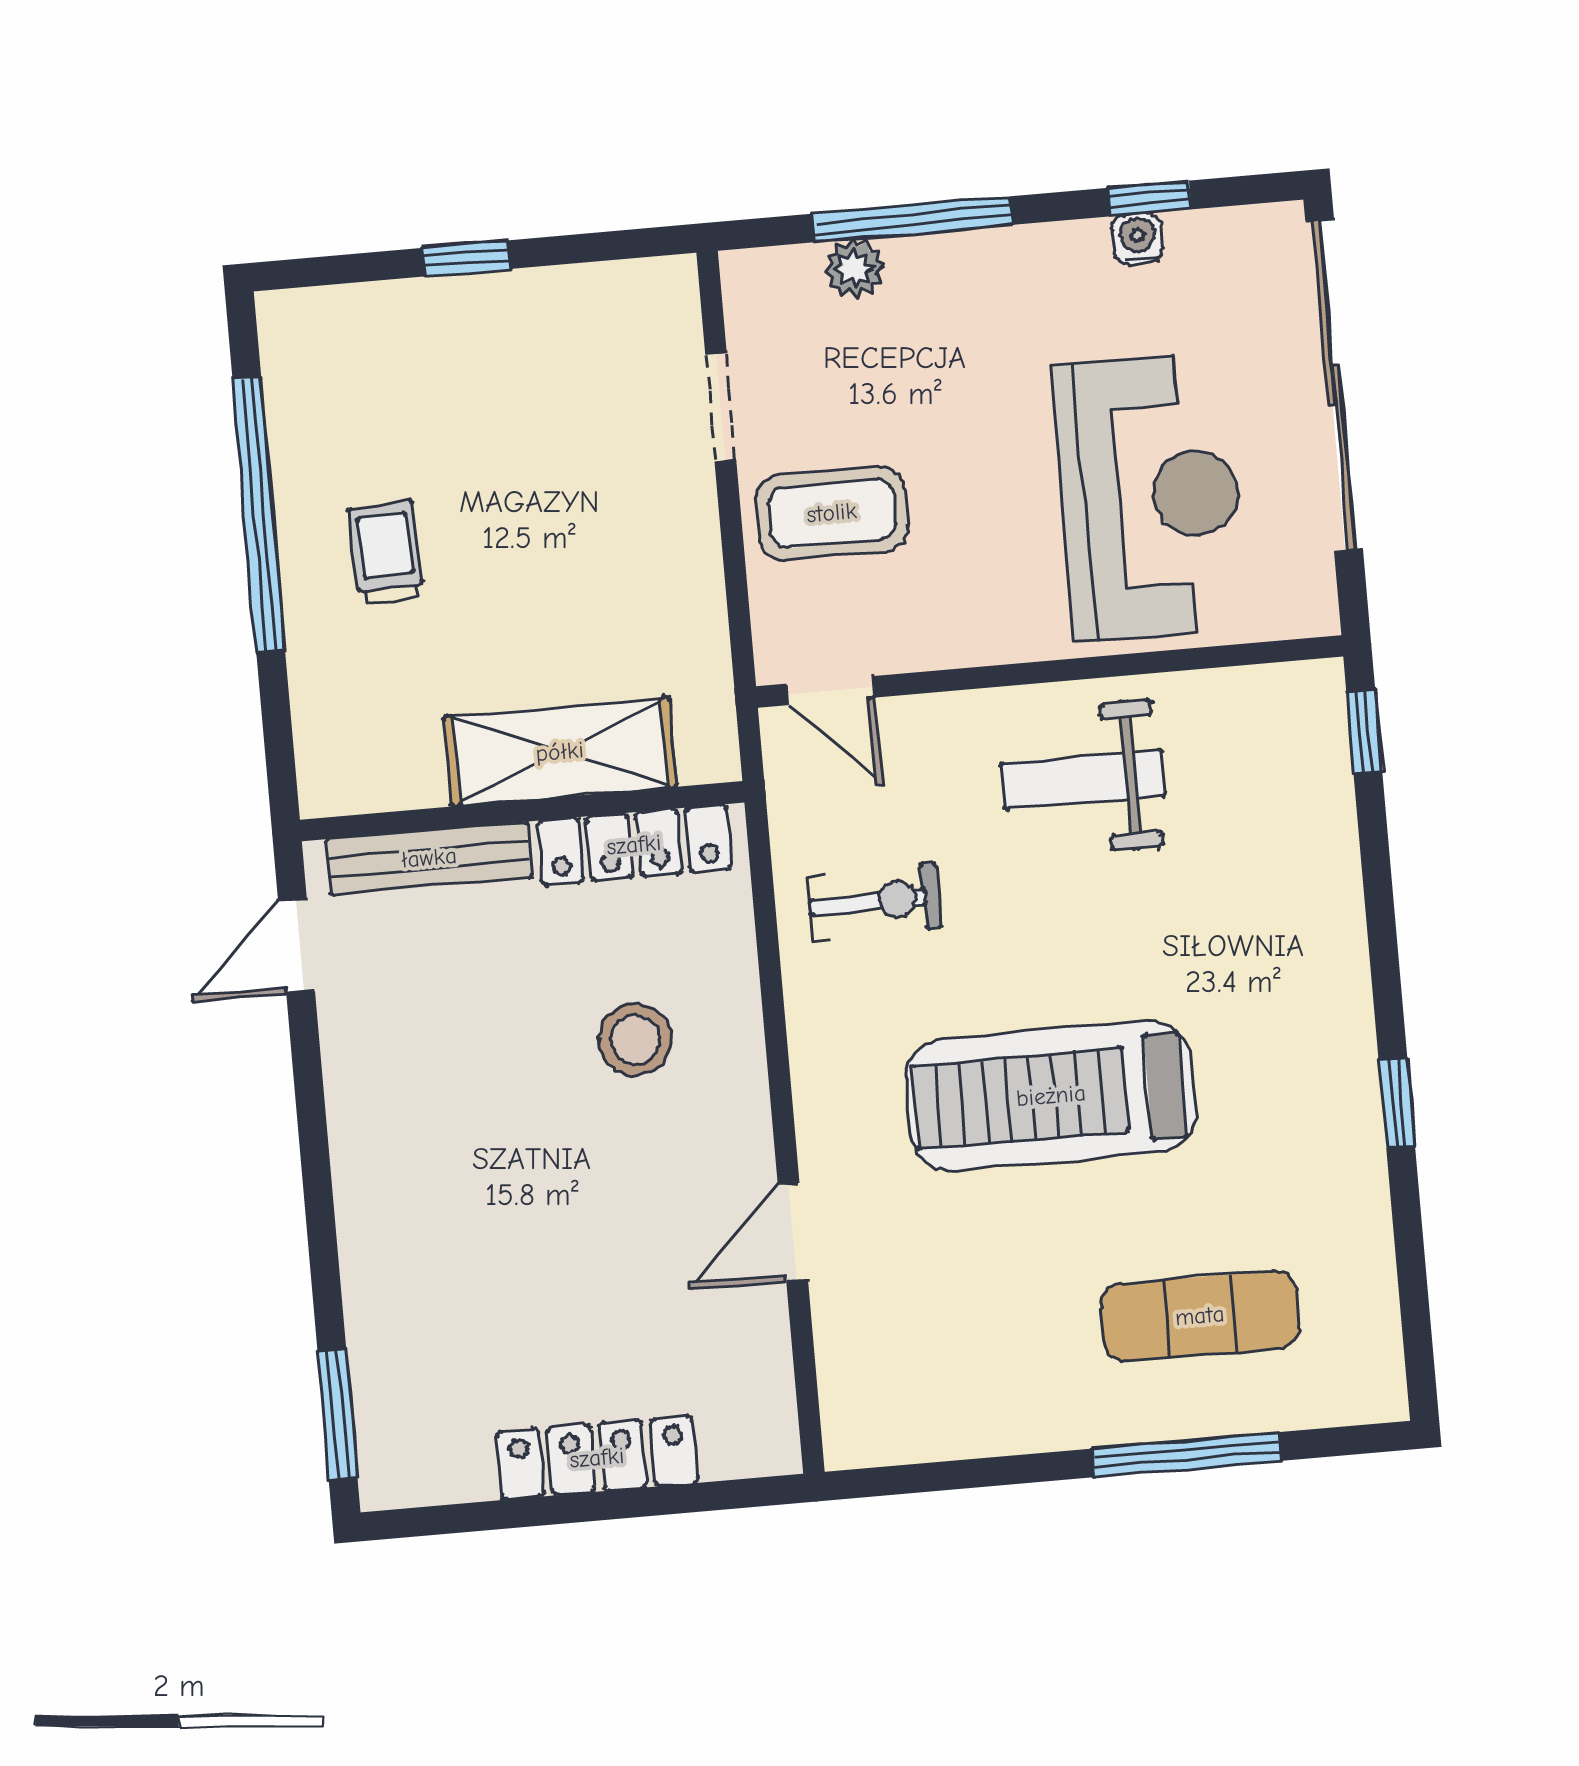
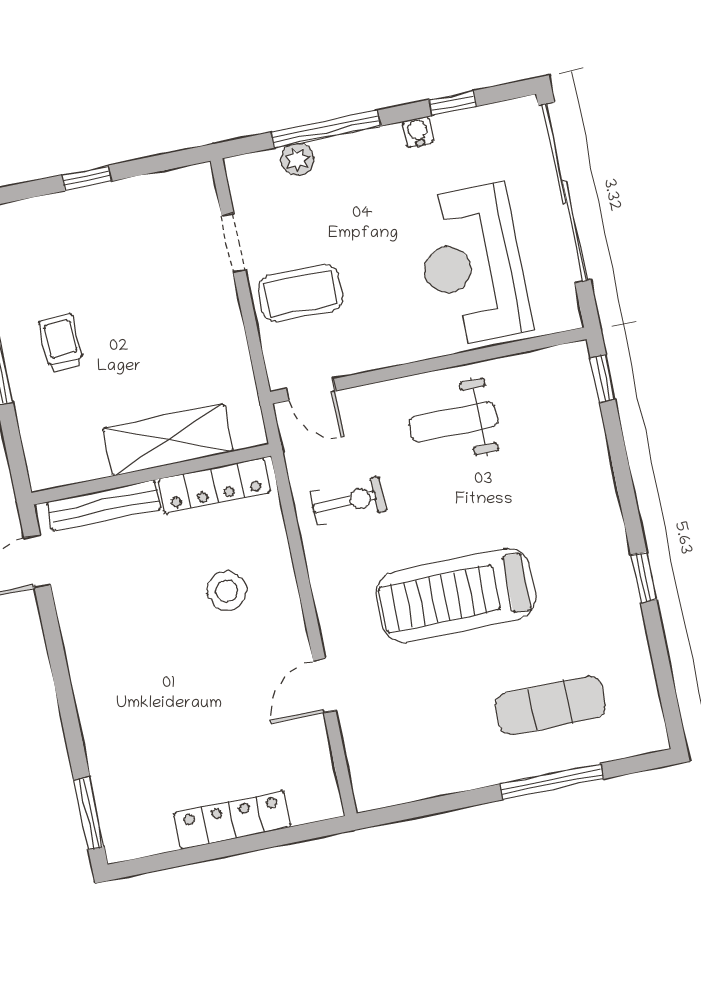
water cooler: (1138, 239) -> (418, 132), moved
reception desk: (1150, 497) -> (472, 265), turned 180

